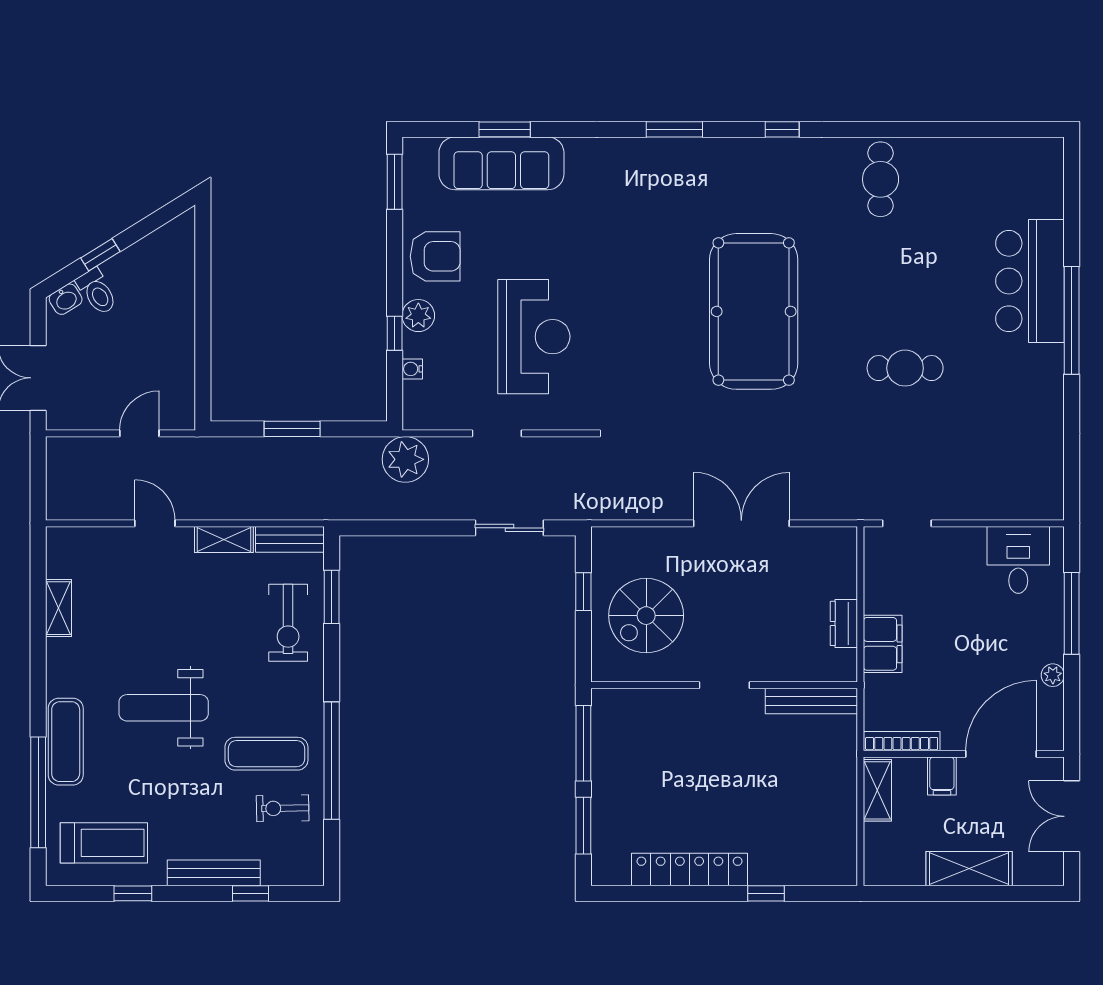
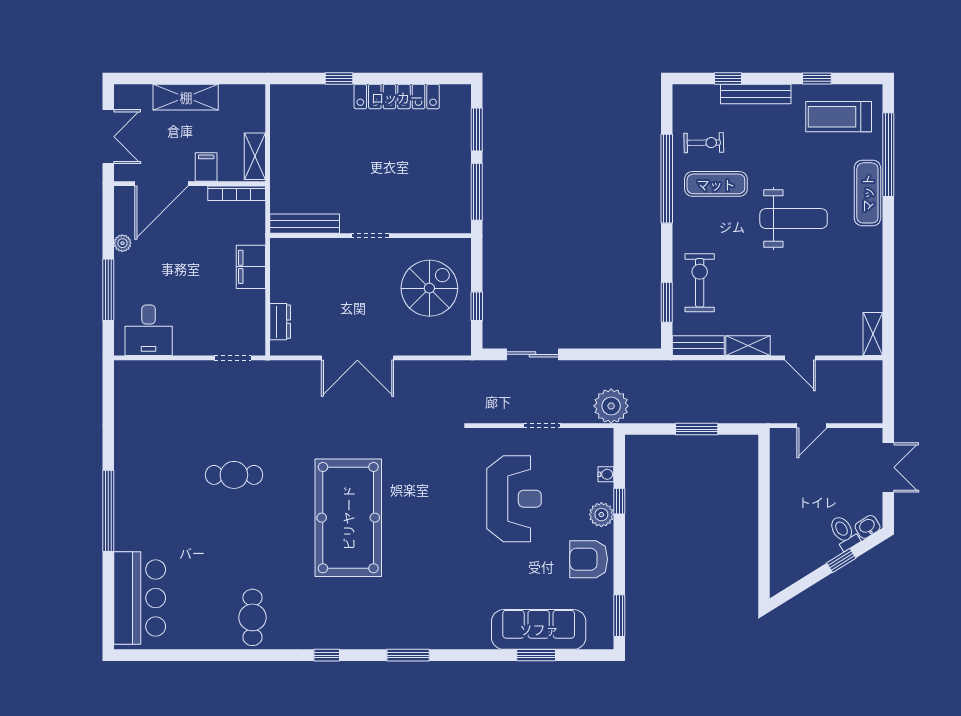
bar counter: (1030, 281) -> (140, 598), moved
reception desk: (534, 337) -> (514, 499), turned 180
shelving: (58, 608) -> (873, 334), moved
dresser: (844, 623) -> (280, 322), moved

